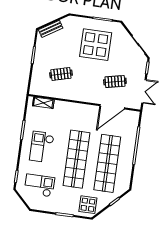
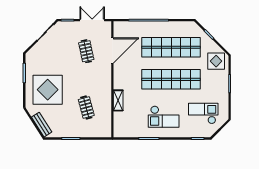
display table: (96, 45) -> (48, 90), moved
shelving: (43, 103) -> (118, 100), moved
door: (112, 107) -> (112, 51), hinge flipped
checkout: (39, 185) -> (203, 113), turned 90

